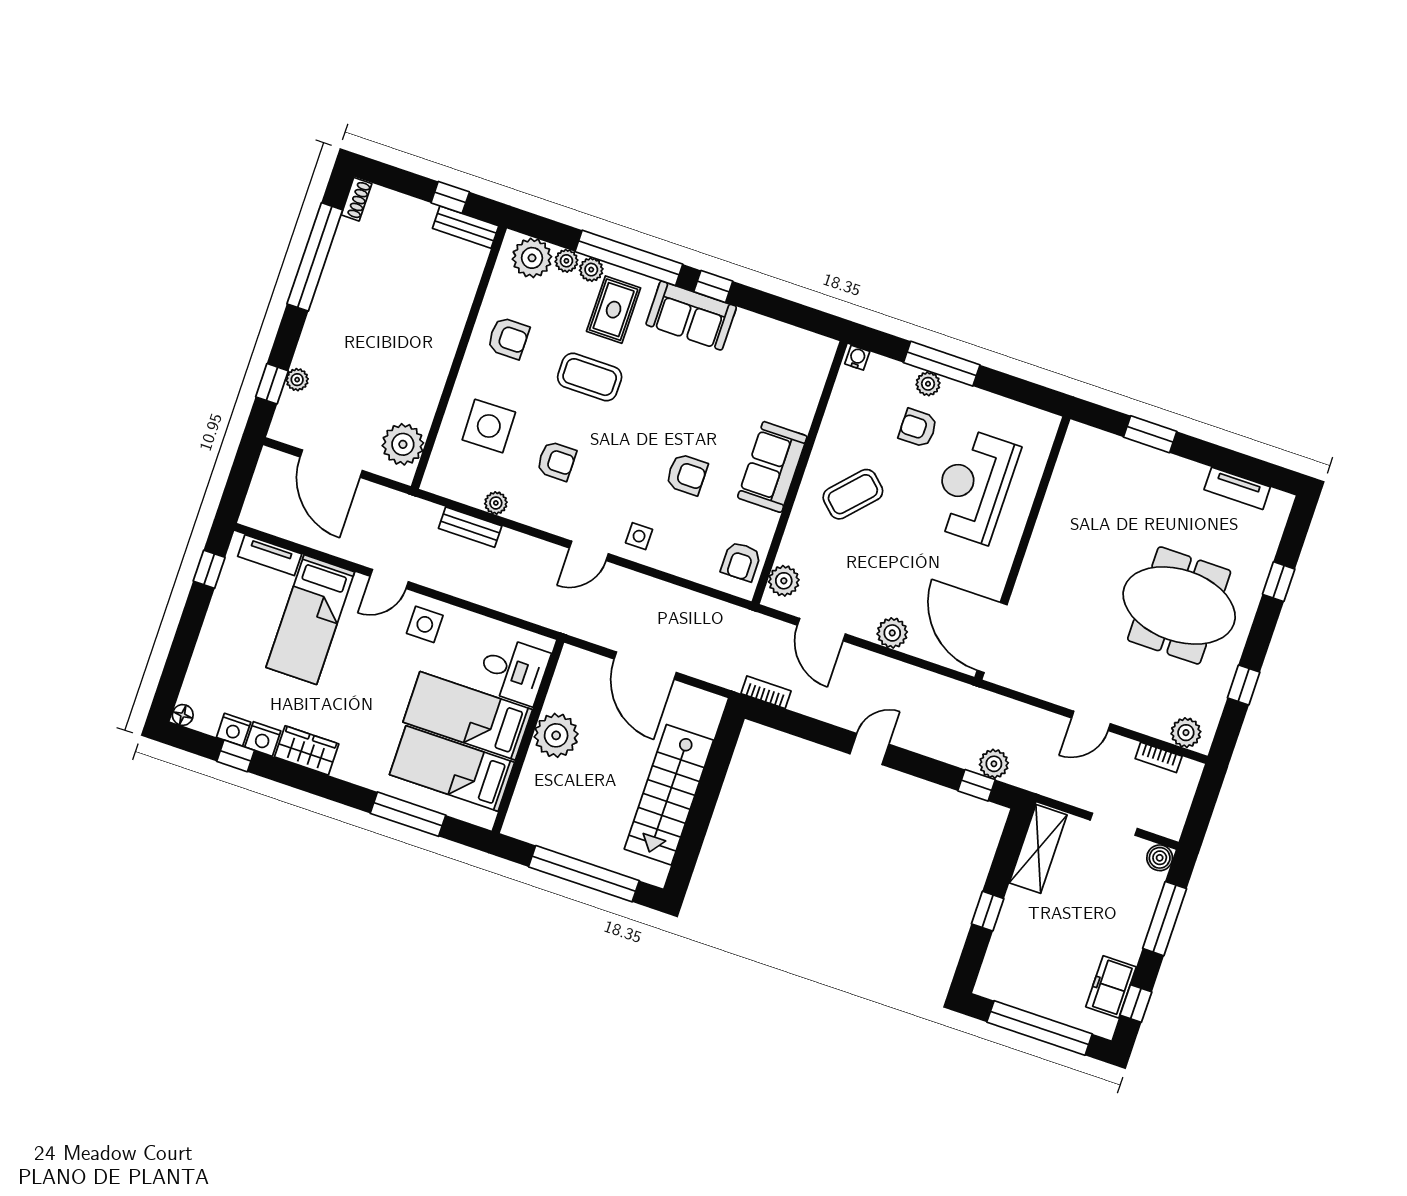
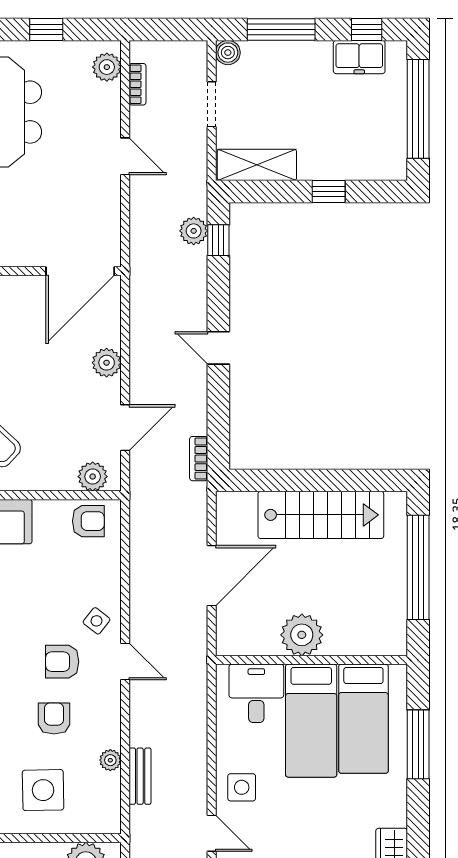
armchair: (687, 474) -> (62, 662), moved, turned -90
side table: (639, 536) -> (97, 621), turned 38

